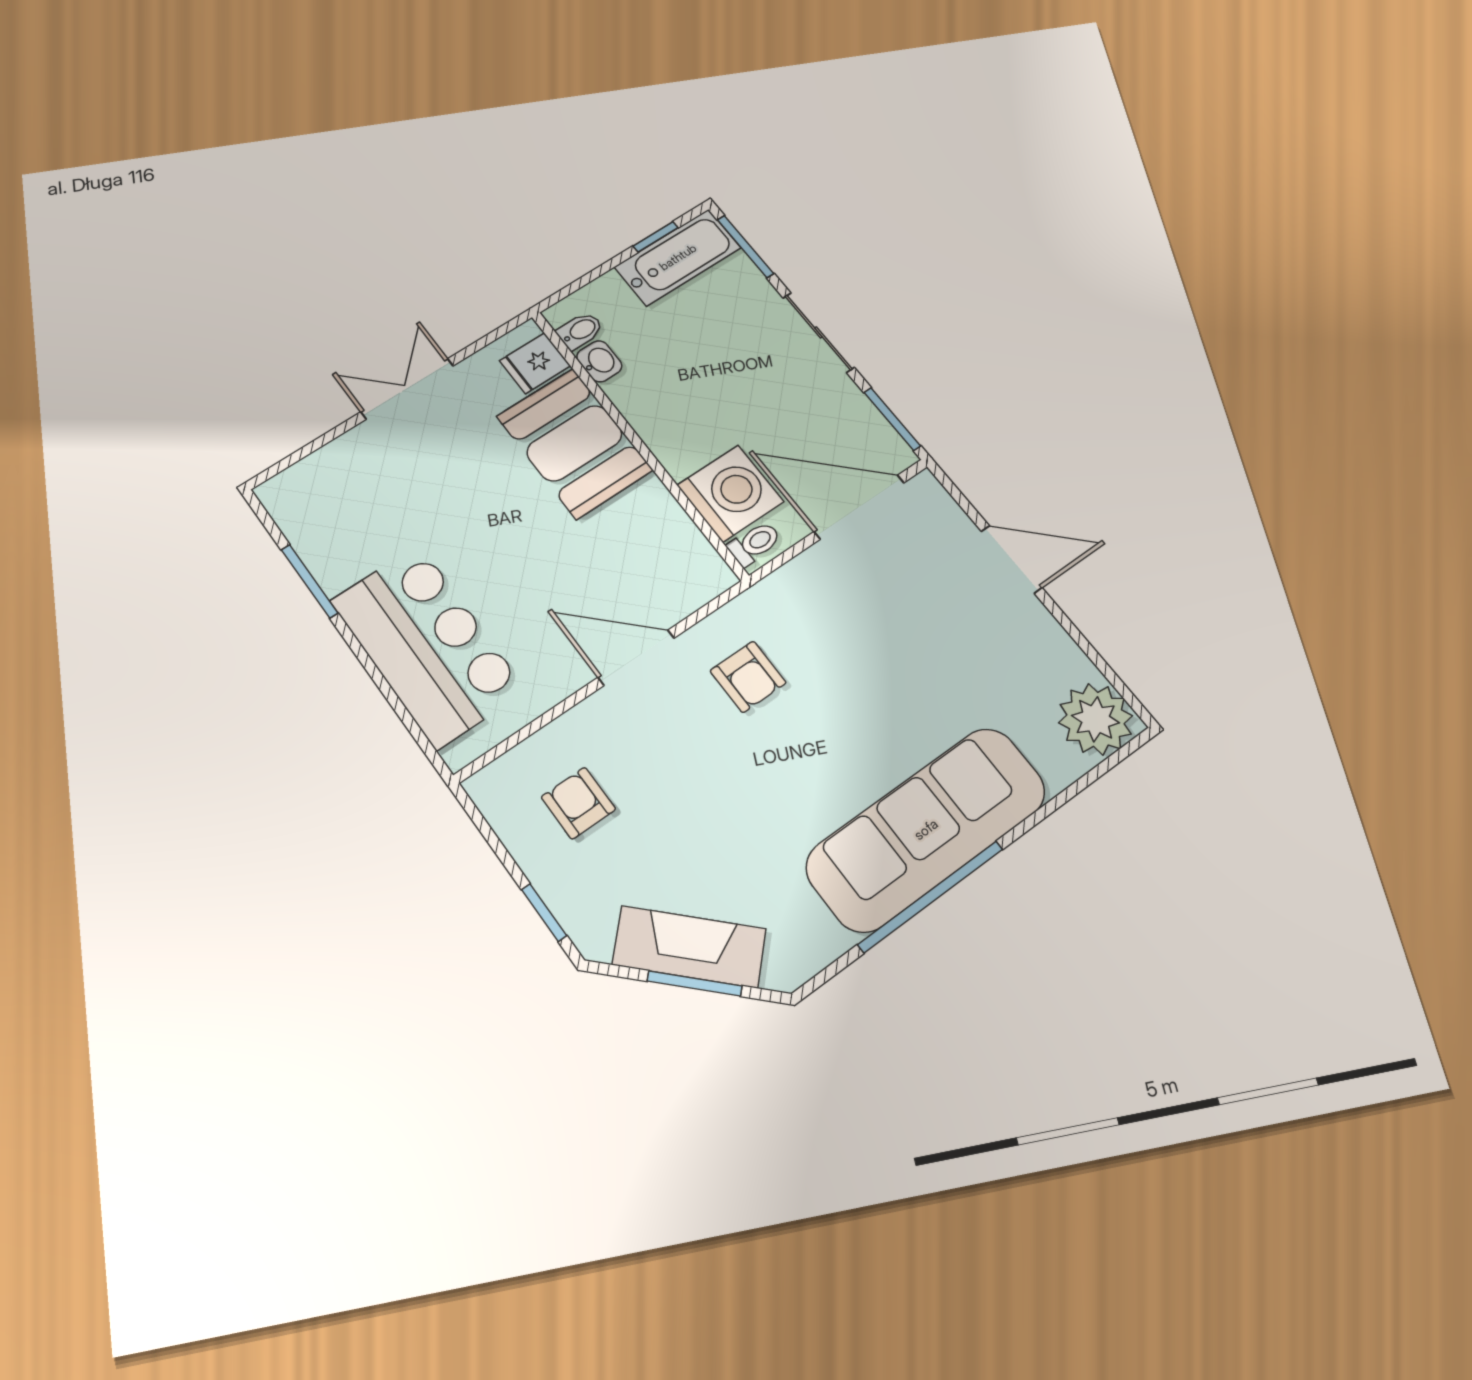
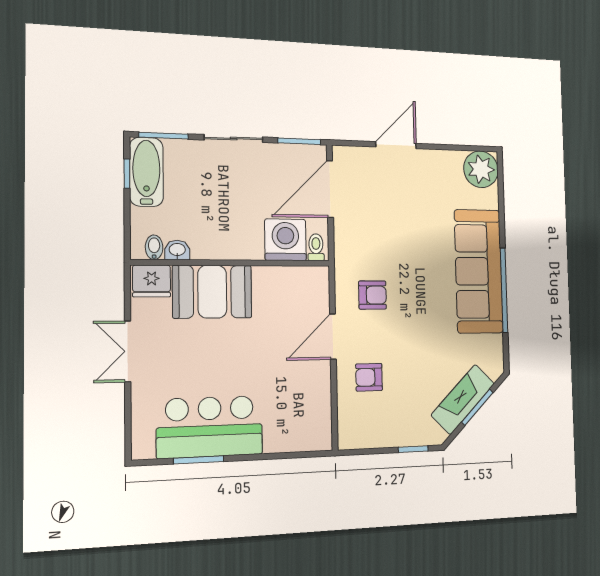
fridge: (535, 363) -> (152, 281), width x1.38
bar counter: (428, 645) -> (210, 427), moved
armchair: (578, 803) -> (369, 377), moved

